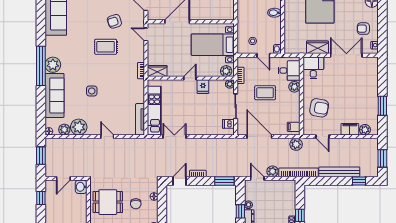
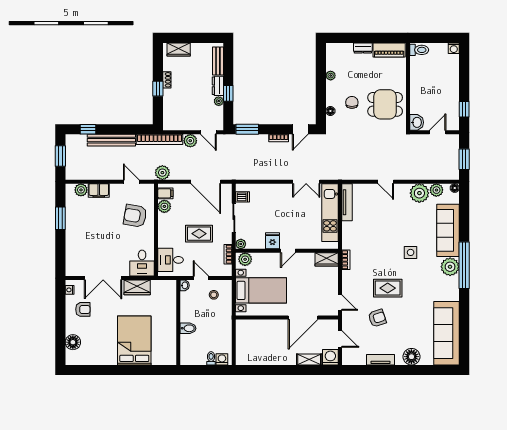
plant: (294, 87) -> (164, 206), moved
side table: (92, 91) -> (411, 252), moved

